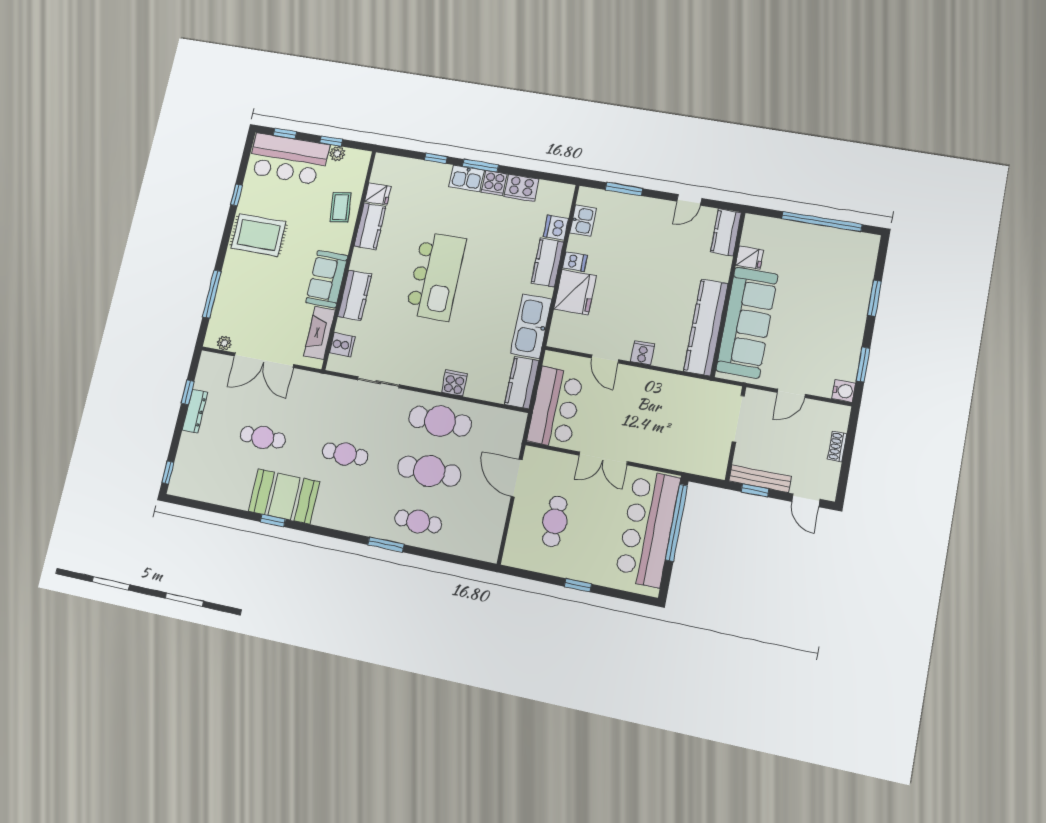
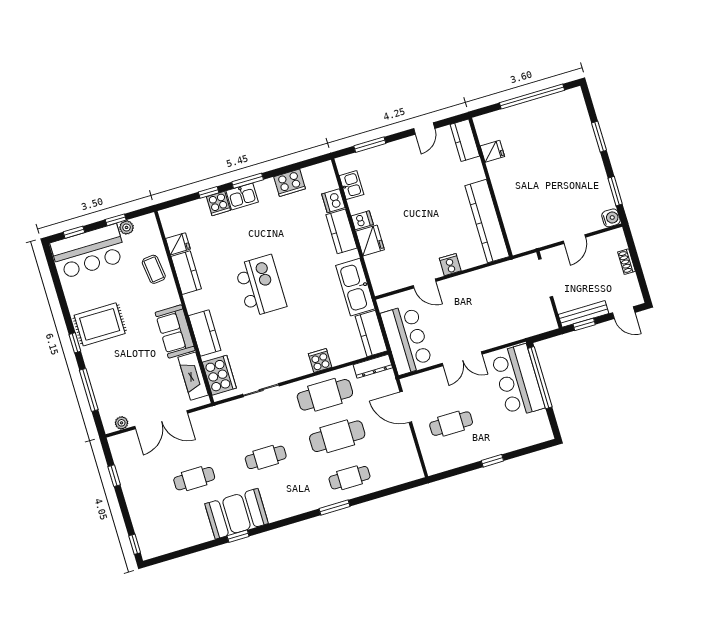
cooker: (494, 183) -> (218, 203), moved
window: (236, 195) -> (75, 343), moved
kitchen island: (436, 276) -> (260, 286), width x0.73
fridge: (575, 292) -> (370, 240), width x0.73, depth x0.75
sofa: (747, 322) -> (516, 202), removed
cooker: (342, 345) -> (219, 375), width x1.87, depth x1.31
dresser: (195, 411) -> (373, 366), moved, turned 90
cafe table: (555, 521) -> (451, 424), turned 90
bar counter: (648, 528) -> (518, 381), width x0.73

